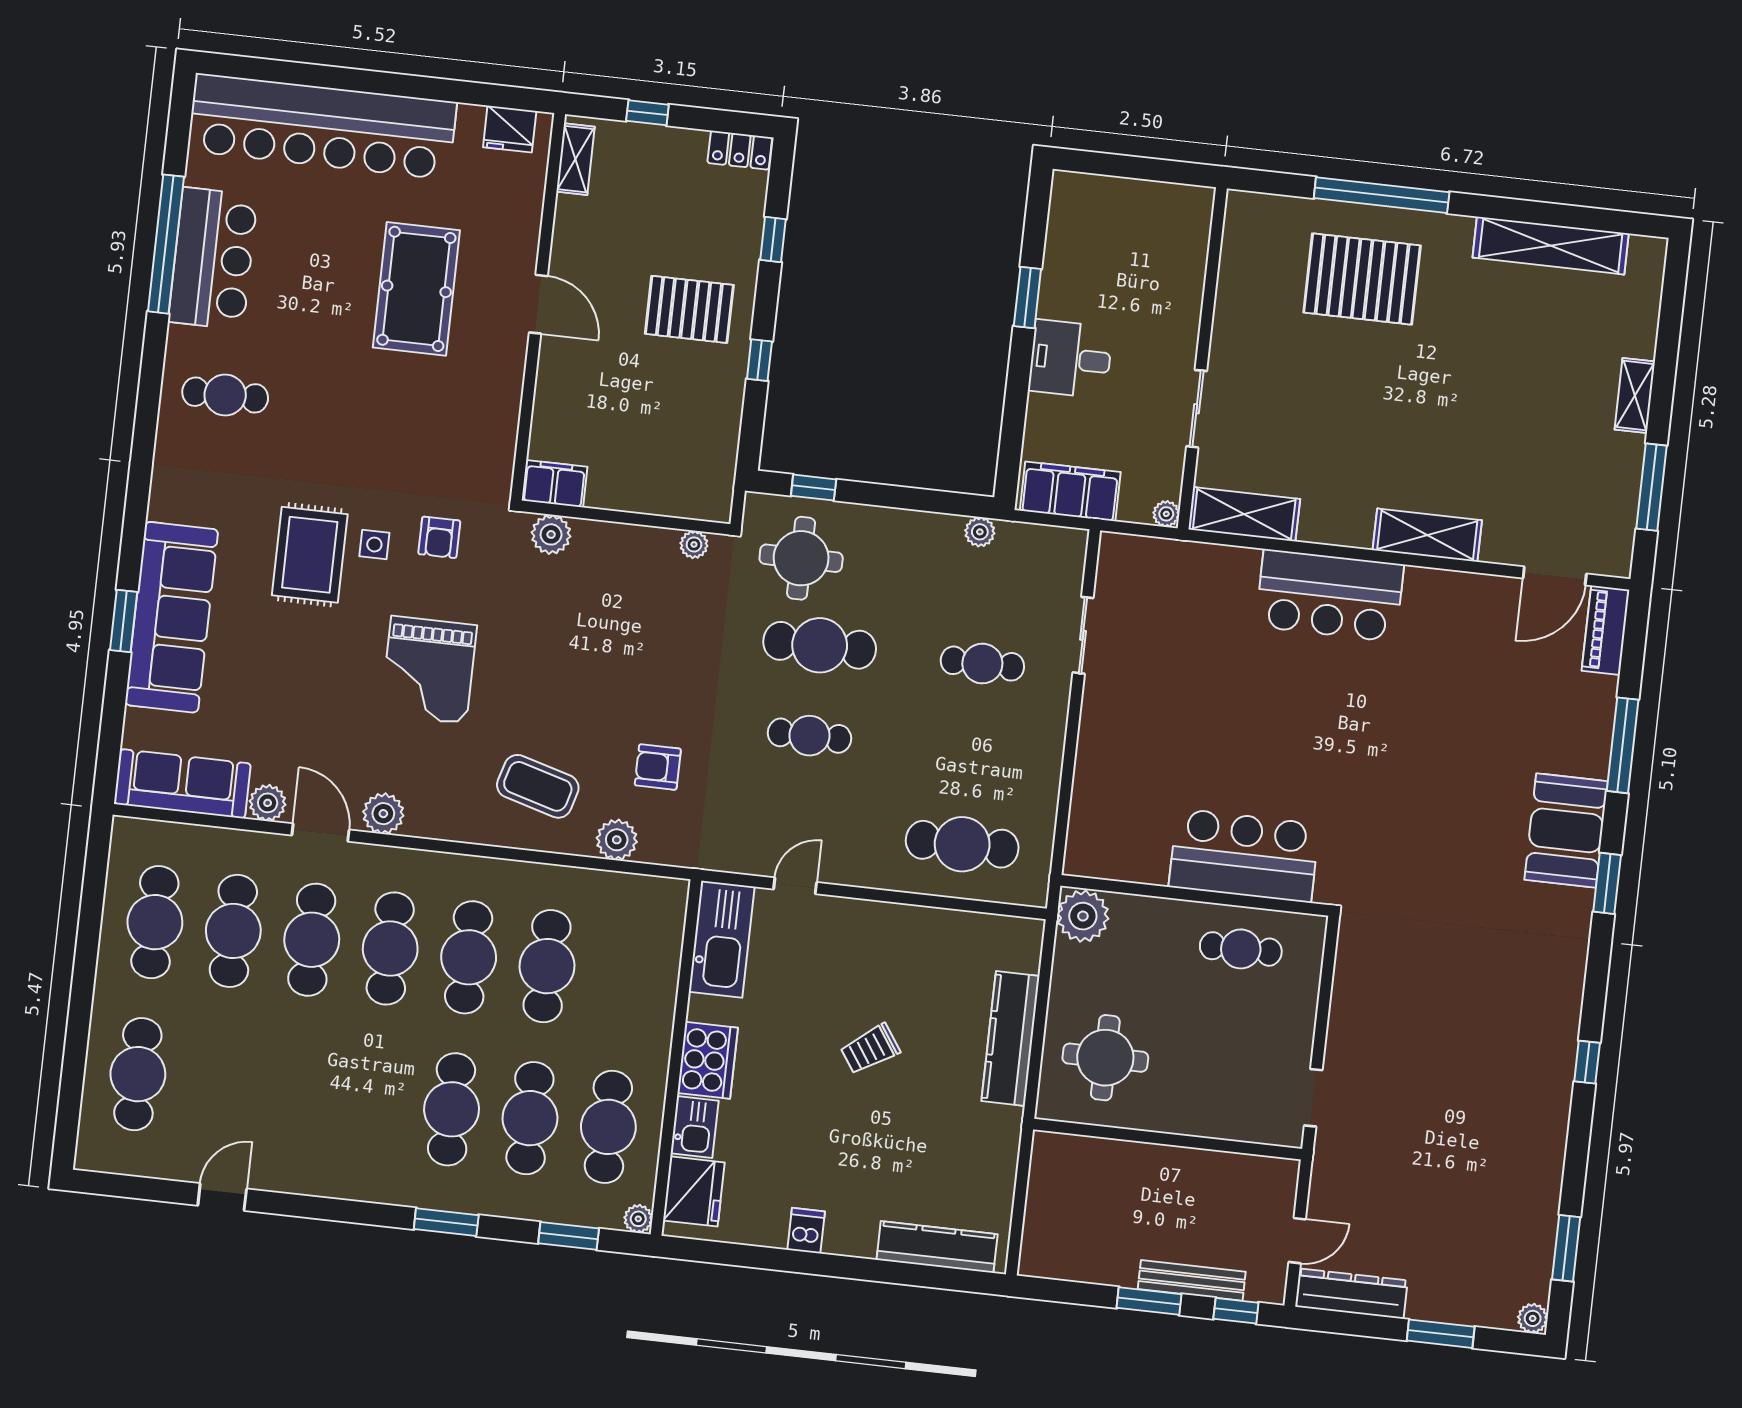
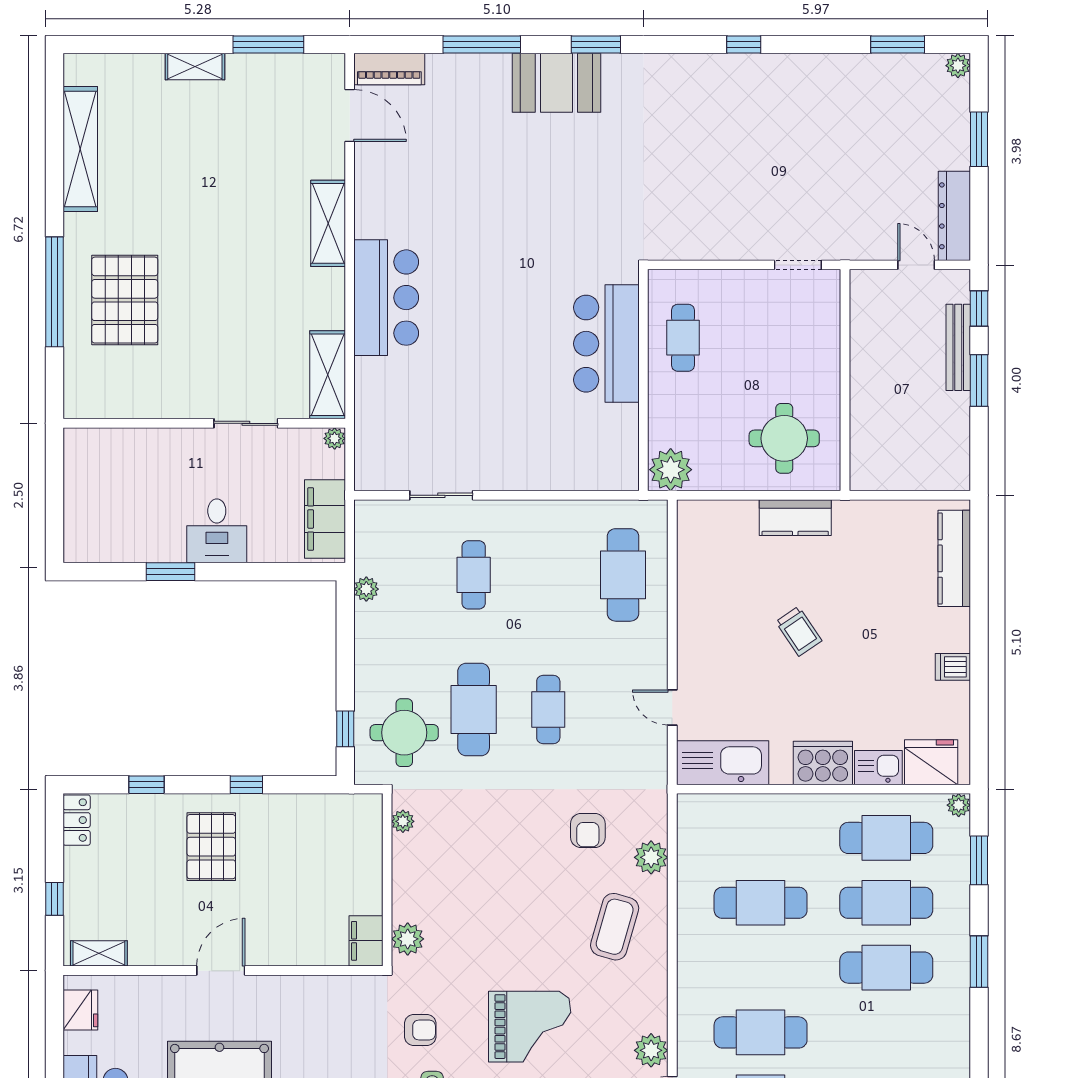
cafe table: (469, 957) -> (761, 968), removed
kitchen counter: (1010, 1038) -> (795, 518), width x0.67

